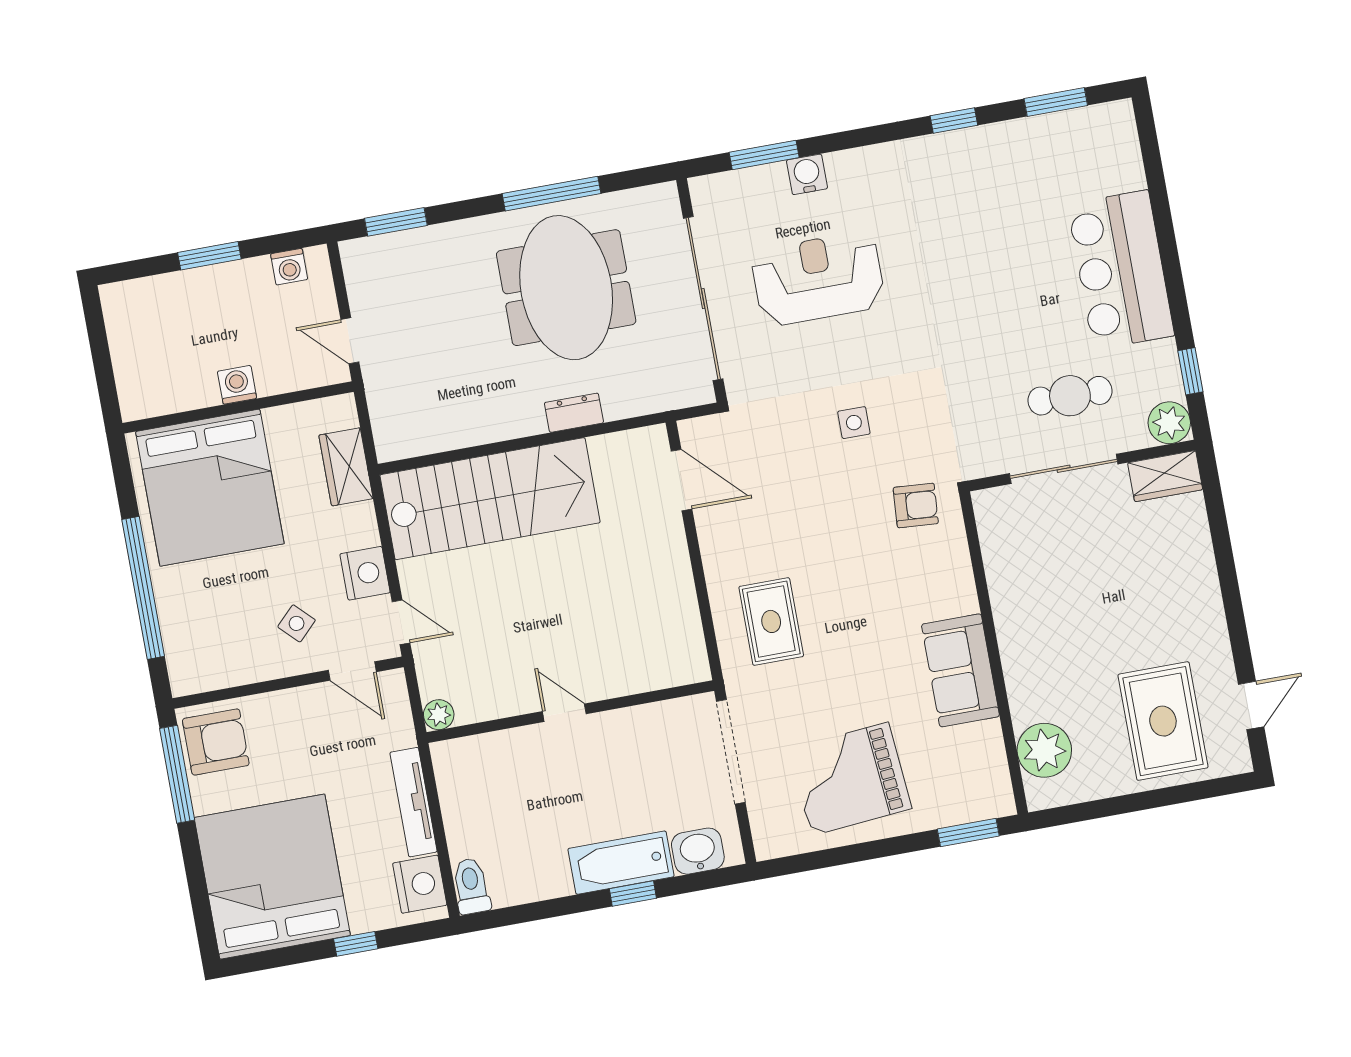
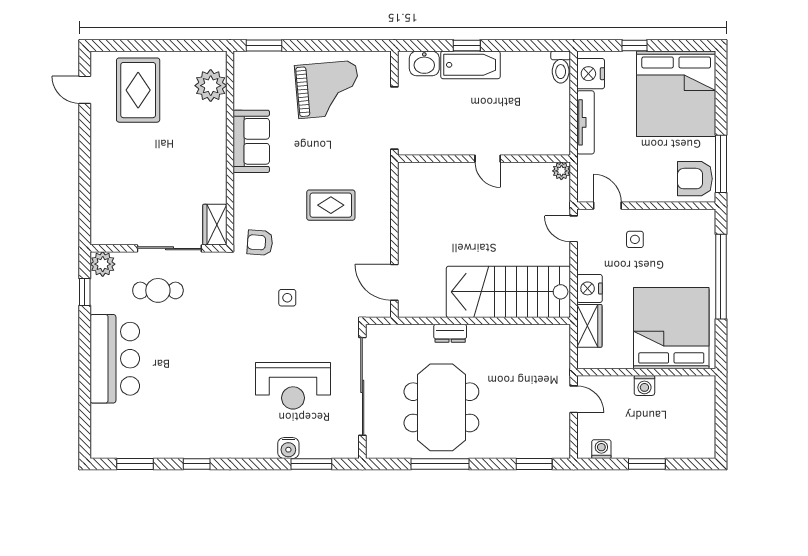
wardrobe: (1165, 476) -> (215, 225), moved, turned -90
nightstand: (365, 573) -> (590, 288), moved
rug: (771, 621) -> (331, 205), moved, turned 90
side table: (297, 623) -> (635, 239), turned 45
door: (1251, 705) -> (85, 90), hinge flipped

